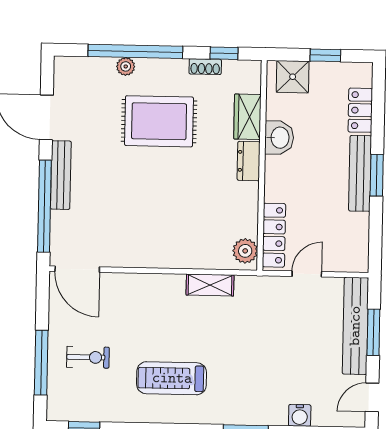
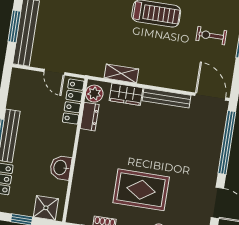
wardrobe: (247, 117) -> (126, 94), moved, turned 90
dresser: (249, 161) -> (90, 117), moved
bench: (61, 175) -> (166, 98), moved, turned 90
door: (307, 274) -> (54, 72), hinge flipped

